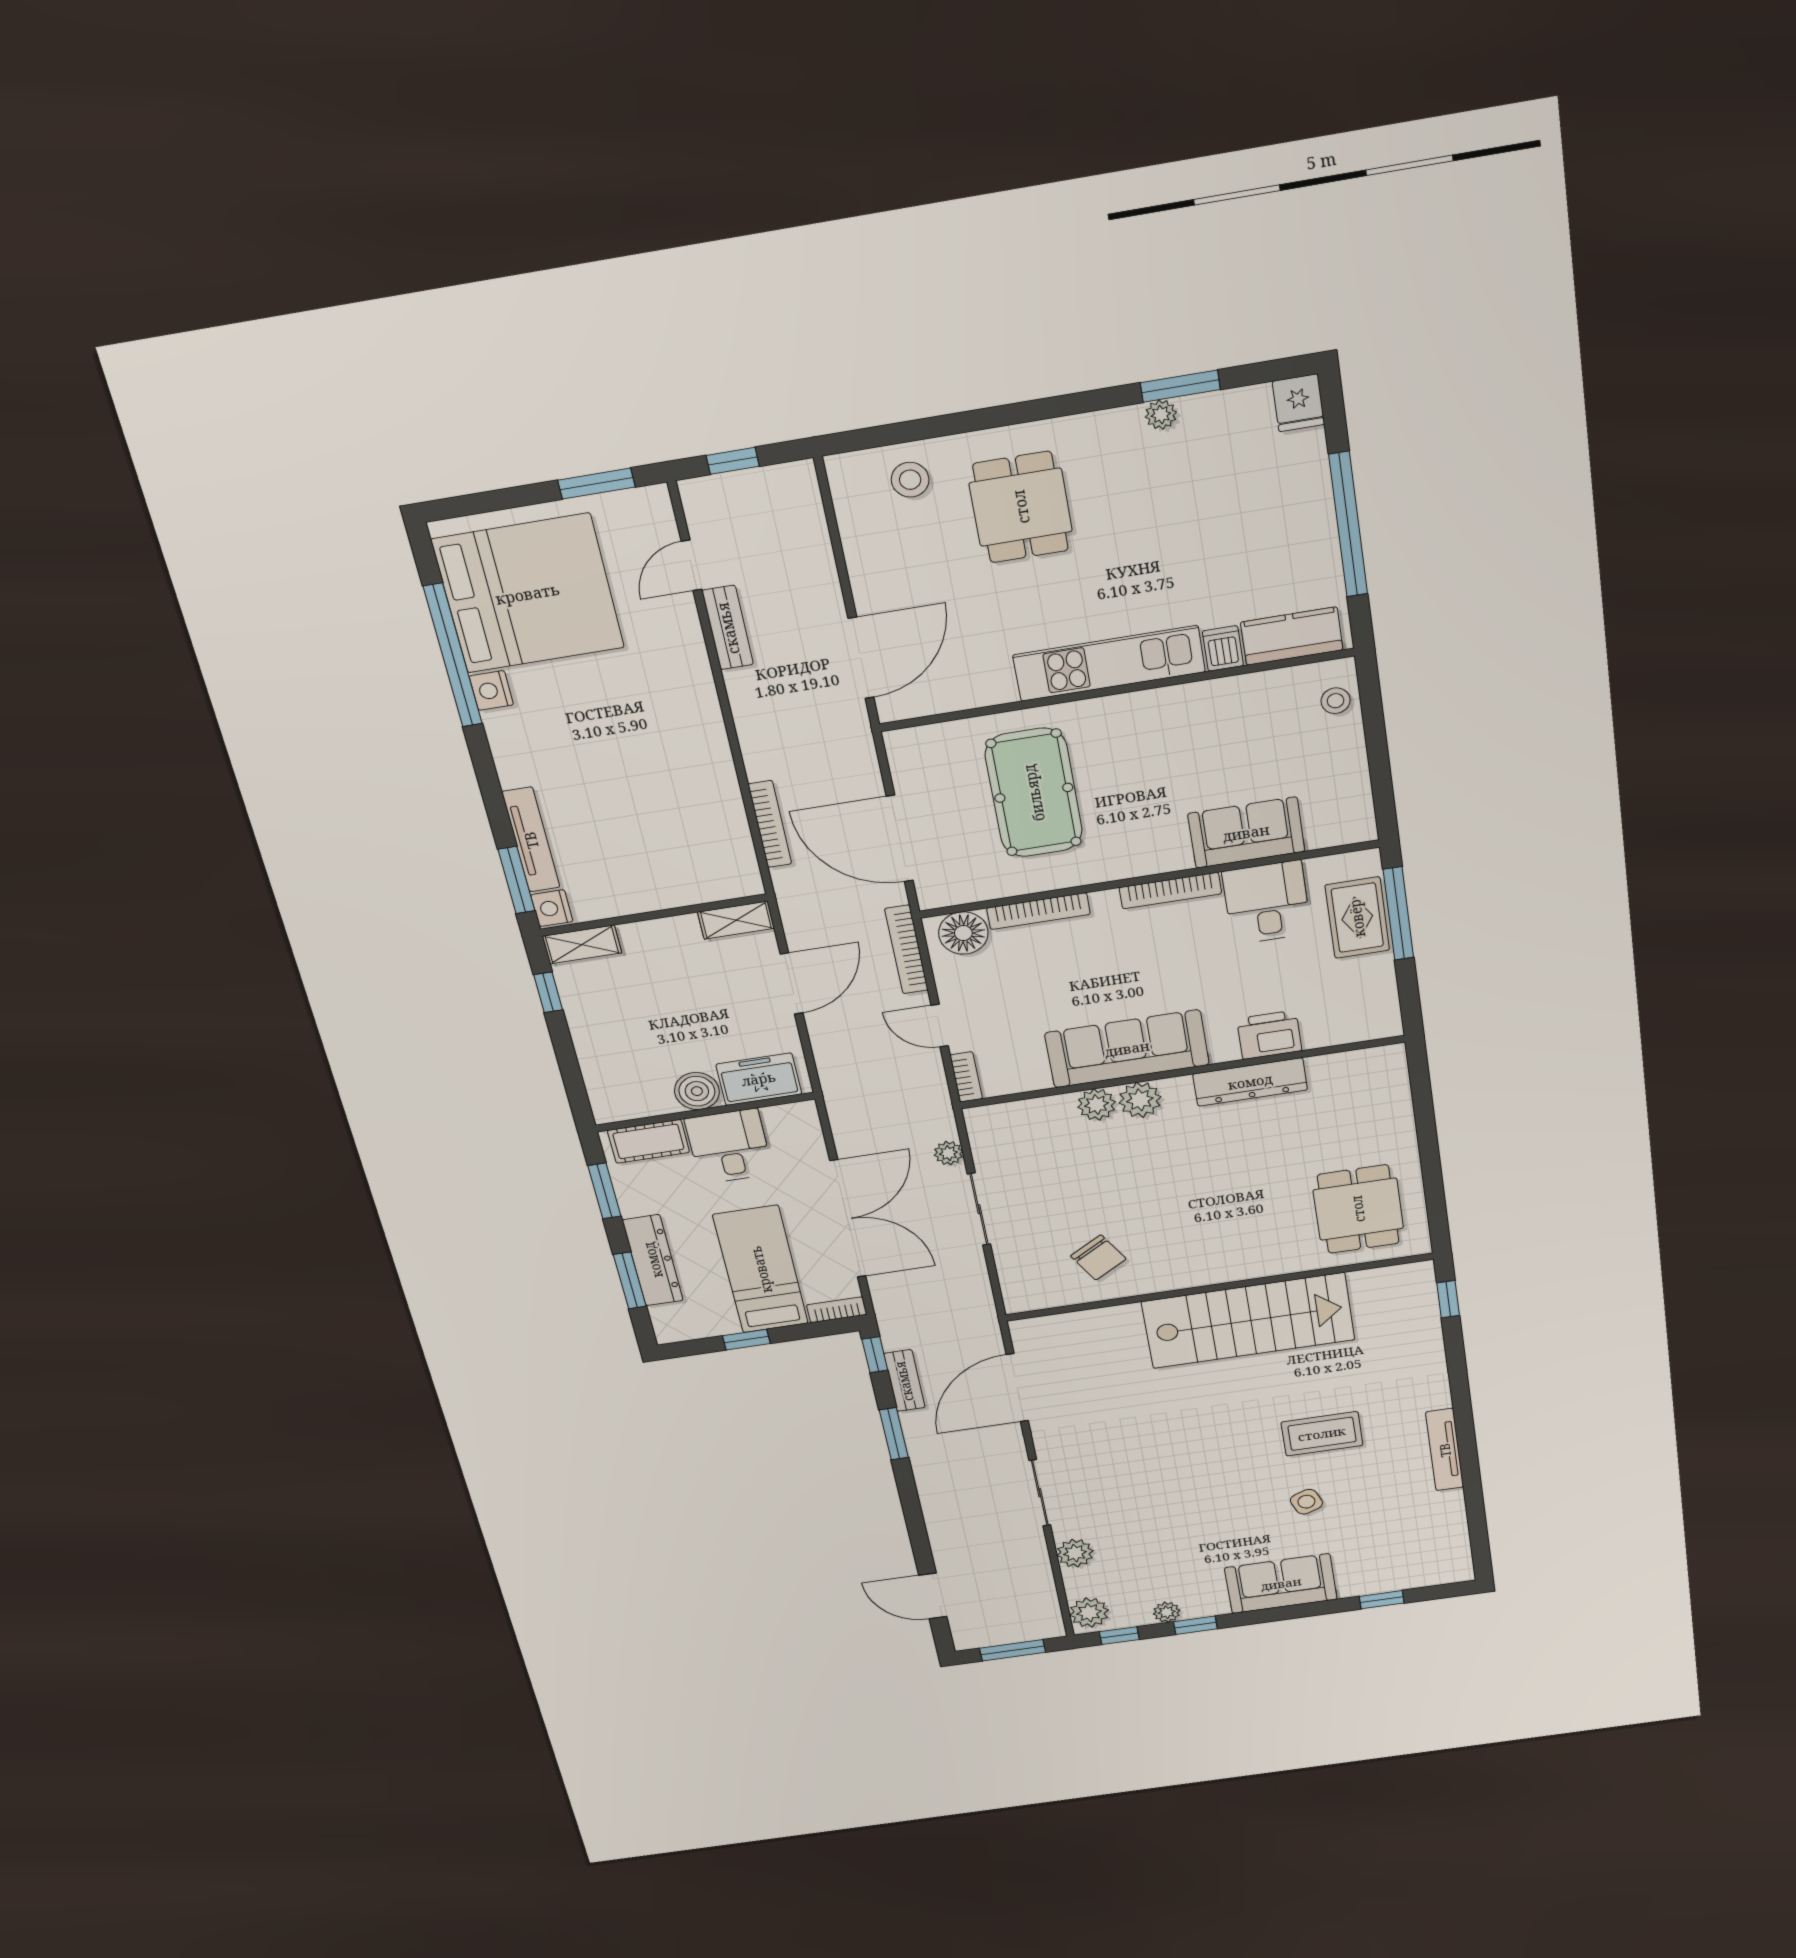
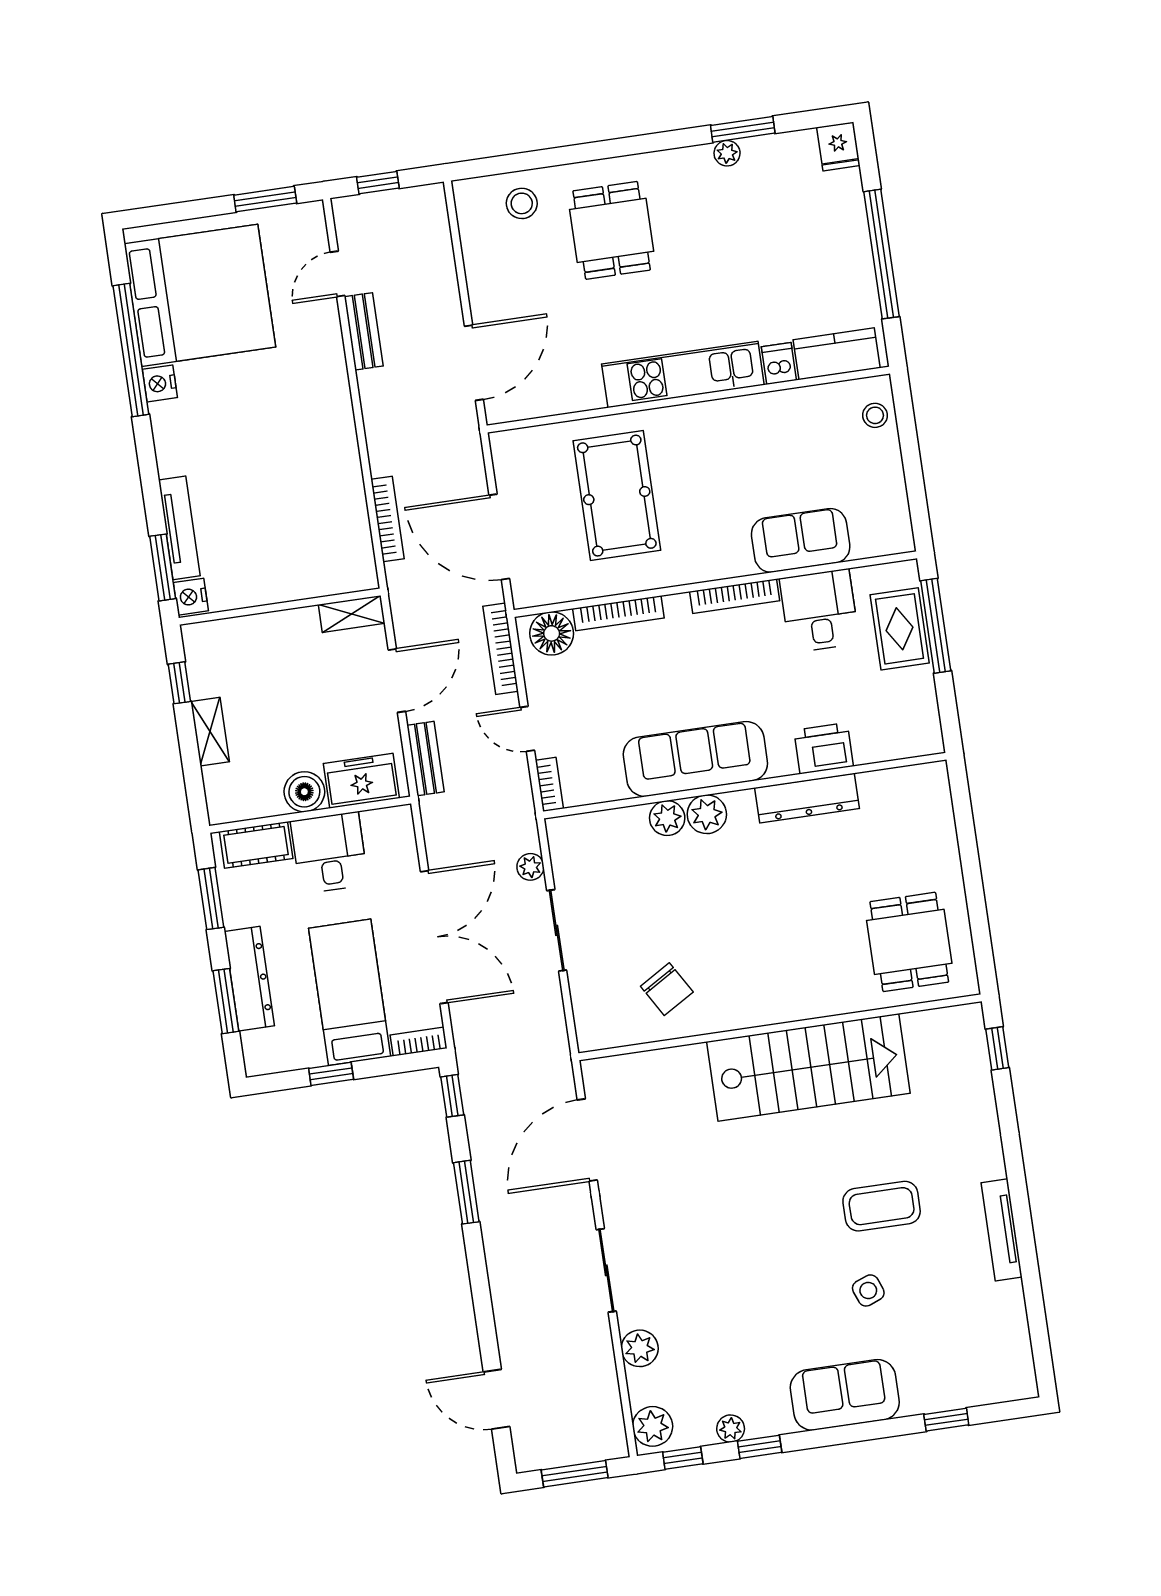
shelving: (582, 945) -> (210, 732), moved, turned 90
bench: (904, 1381) -> (425, 759), moved

